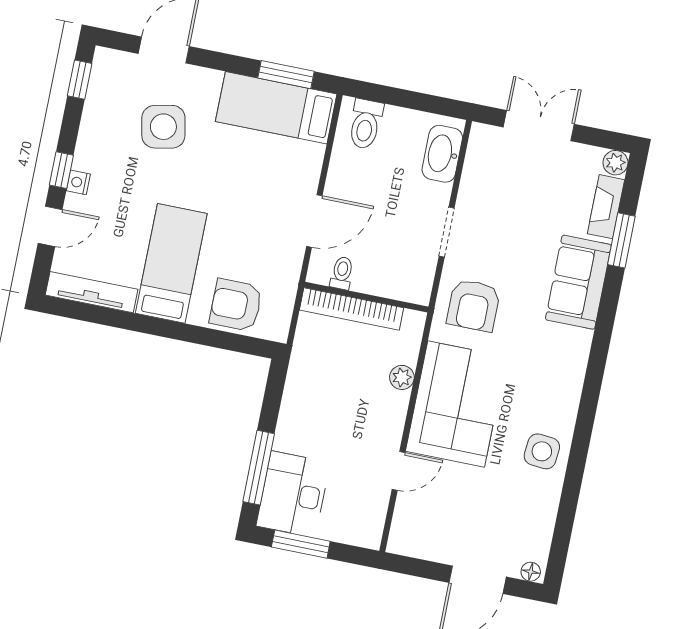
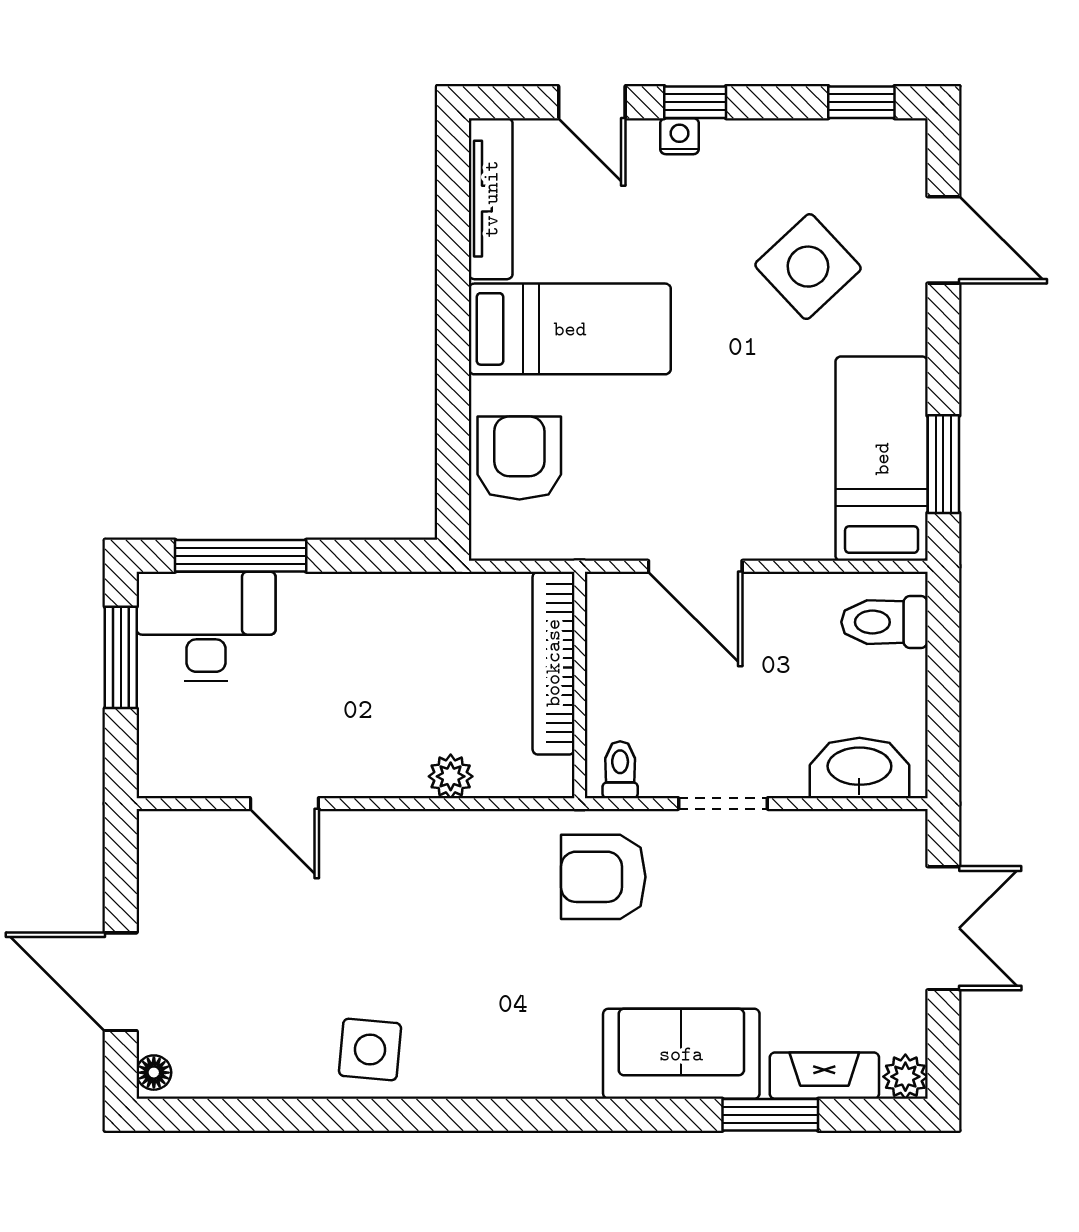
side table: (163, 127) -> (808, 267), turned -32
toilet: (342, 273) -> (620, 770), moved, turned -90
corner sofa: (456, 404) -> (423, 881), removed

